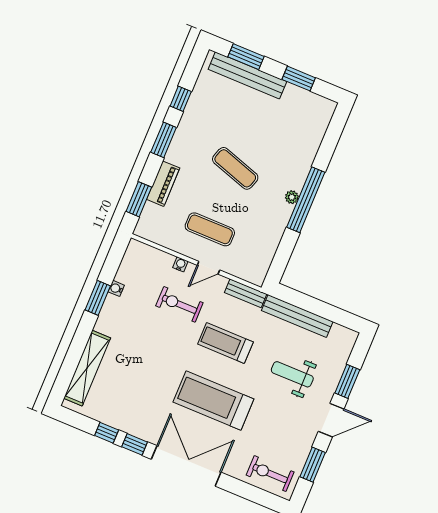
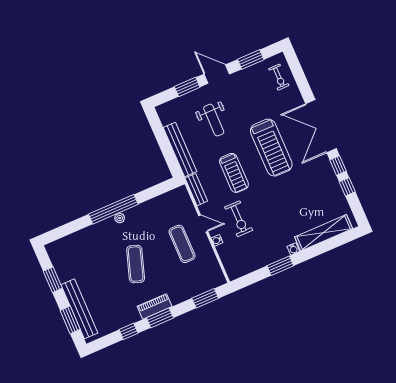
piano: (163, 184) -> (155, 306), moved
water cooler: (116, 288) -> (293, 249), moved
exercise bike: (270, 474) -> (279, 77), width x0.73, depth x0.72

